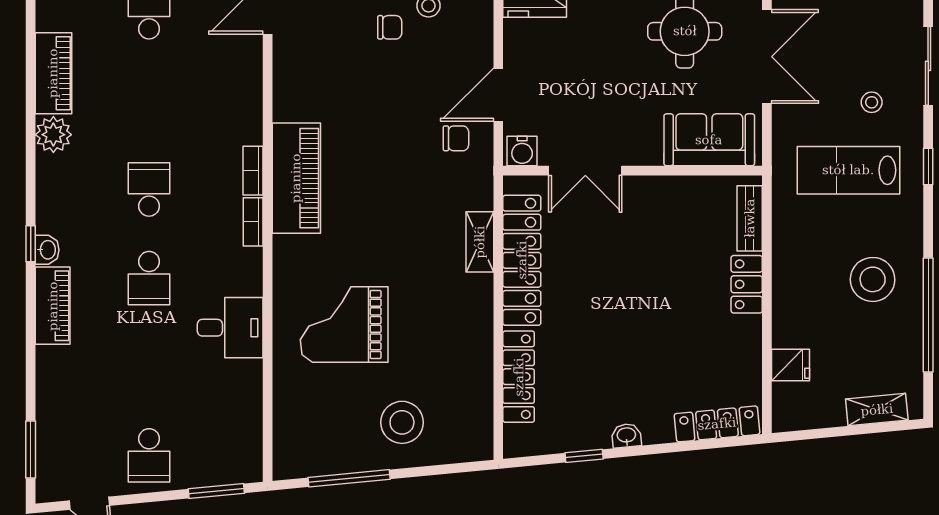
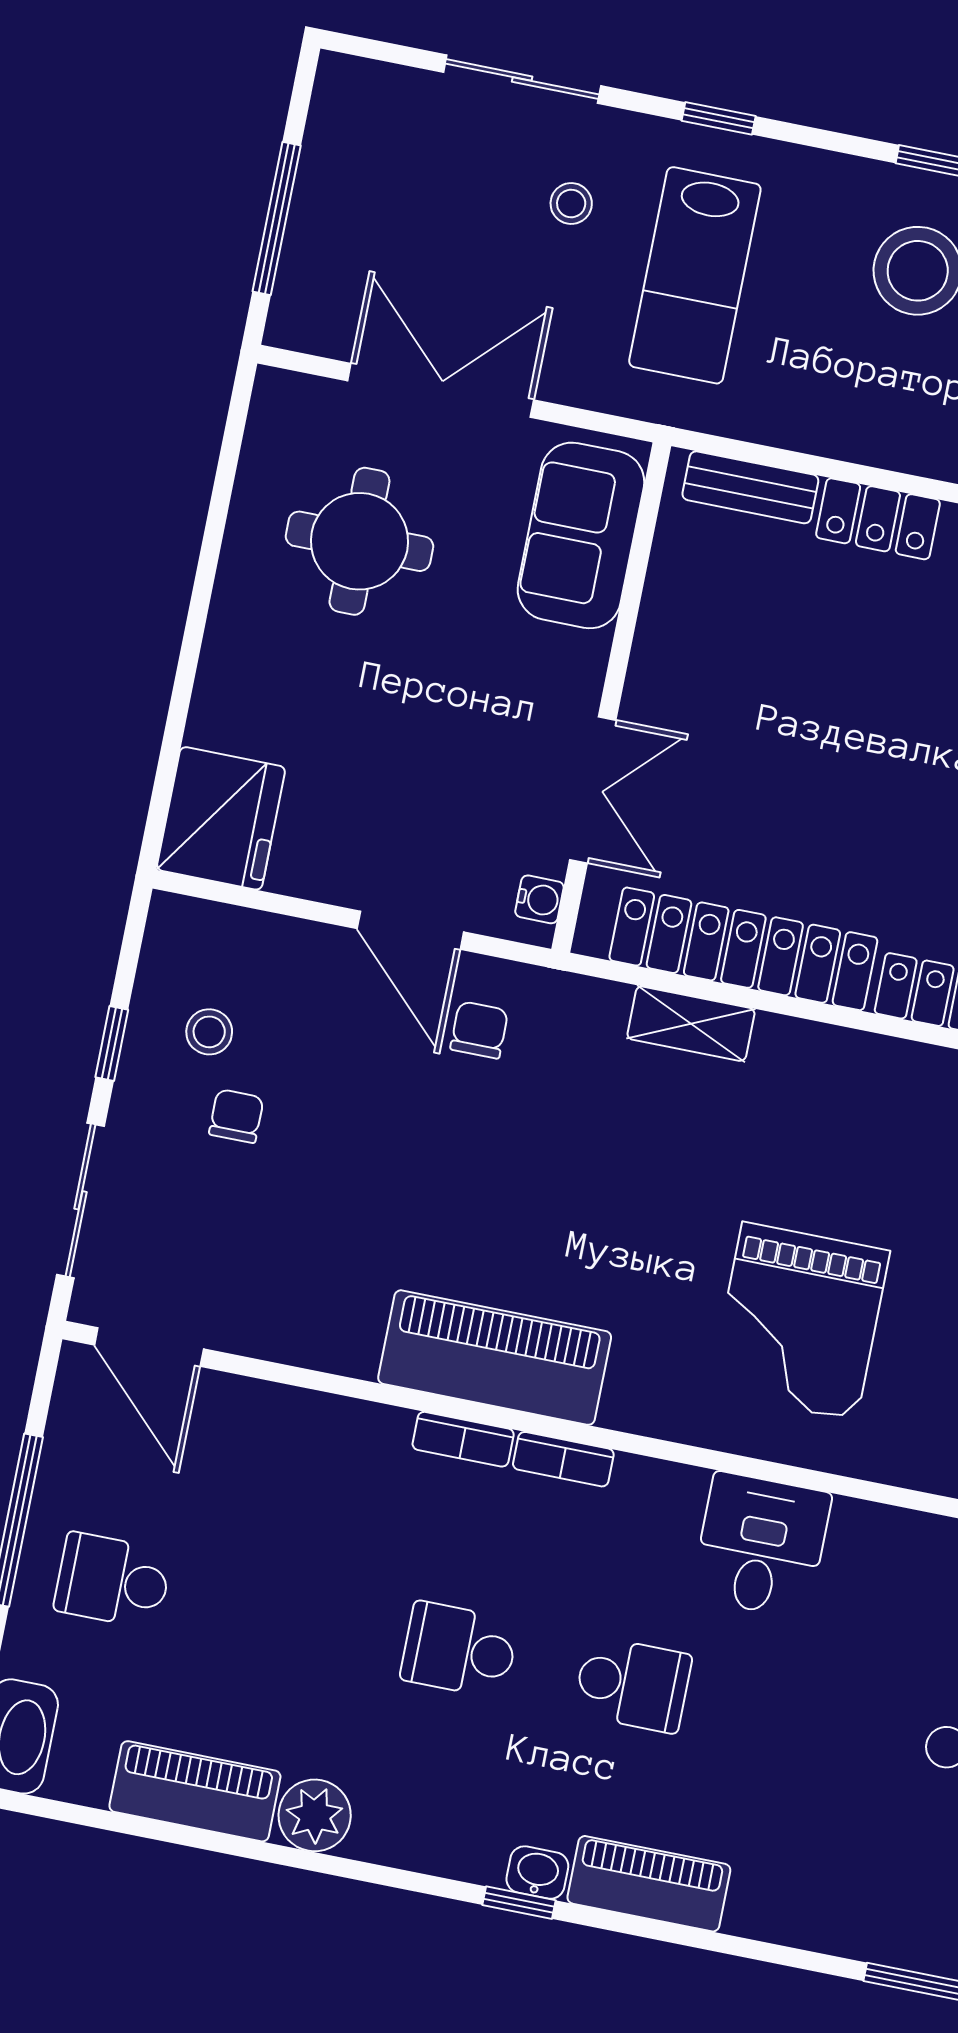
water cooler: (522, 151) -> (539, 899), width x0.72, depth x0.72

